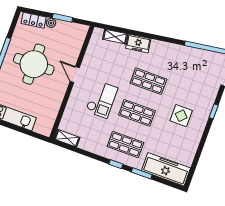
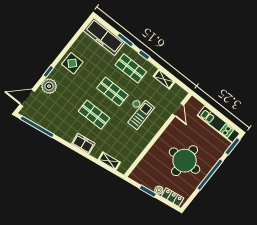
freezer: (138, 43) -> (83, 144), moved
door: (75, 75) -> (178, 110), moved
plant: (207, 96) -> (49, 86), added
checkout: (102, 99) -> (138, 112), turned 180
display table: (181, 116) -> (72, 63), moved
shelving: (67, 138) -> (164, 79), moved

